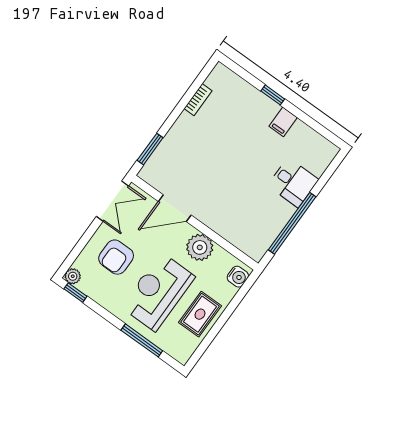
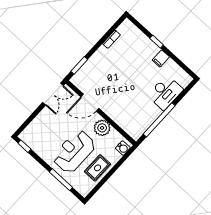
desk: (293, 182) -> (165, 93), width x1.37
armchair: (116, 257) -> (51, 128), removed
plant: (73, 276) -> (24, 136), removed

